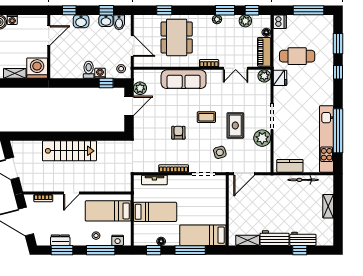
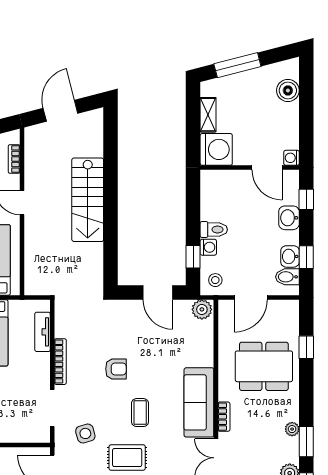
washing machine: (12, 20) -> (292, 158), moved
sofa: (184, 79) -> (199, 402), moved
plant: (140, 88) -> (202, 309), moved

